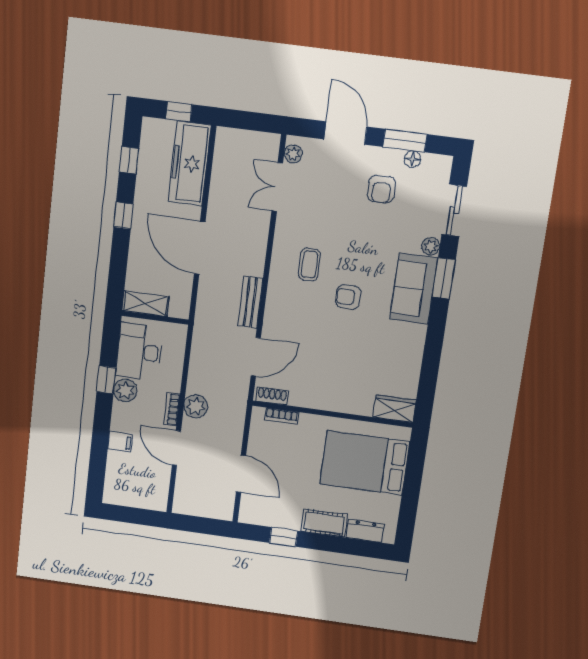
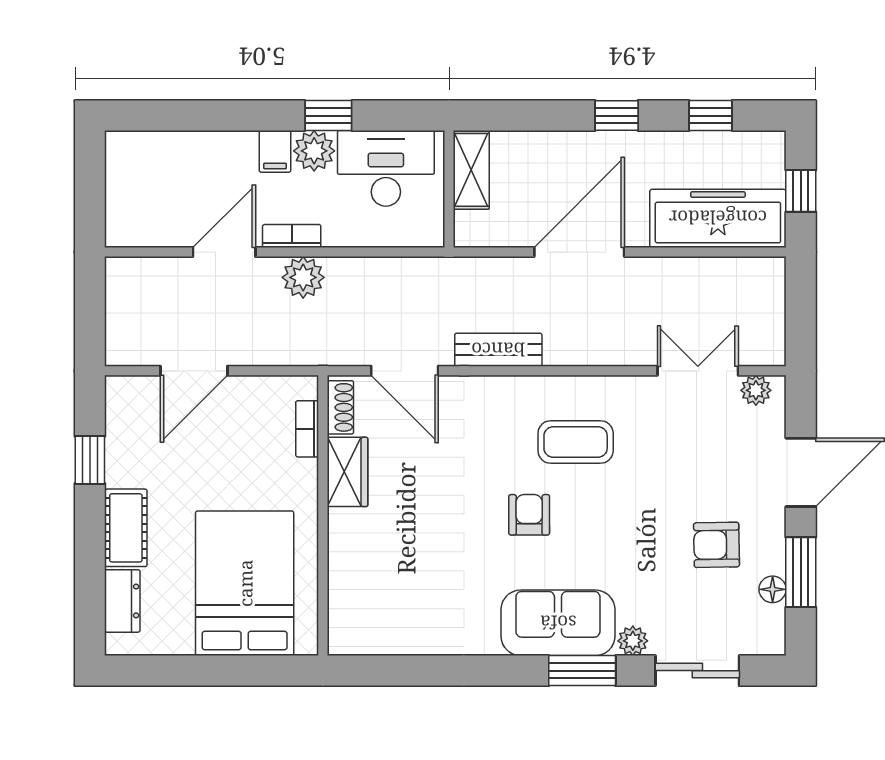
coffee table: (310, 264) -> (576, 442), width x1.36, depth x1.30
wardrobe: (395, 409) -> (347, 472), moved
filing cabinet: (120, 442) -> (275, 151), moved

